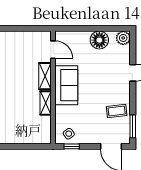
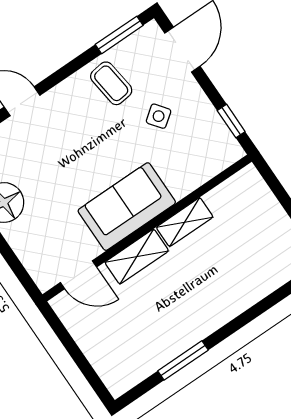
door: (53, 50) -> (79, 275), swing flipped
side table: (69, 134) -> (159, 116), moved

